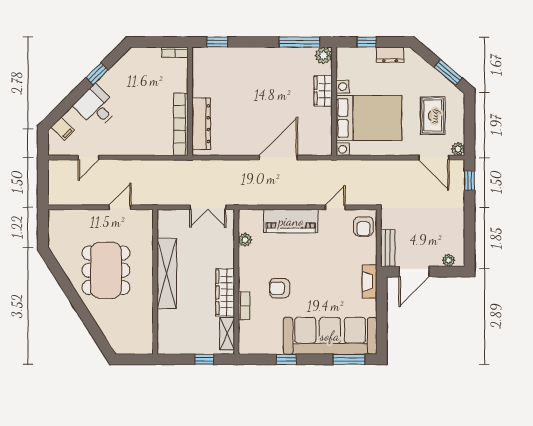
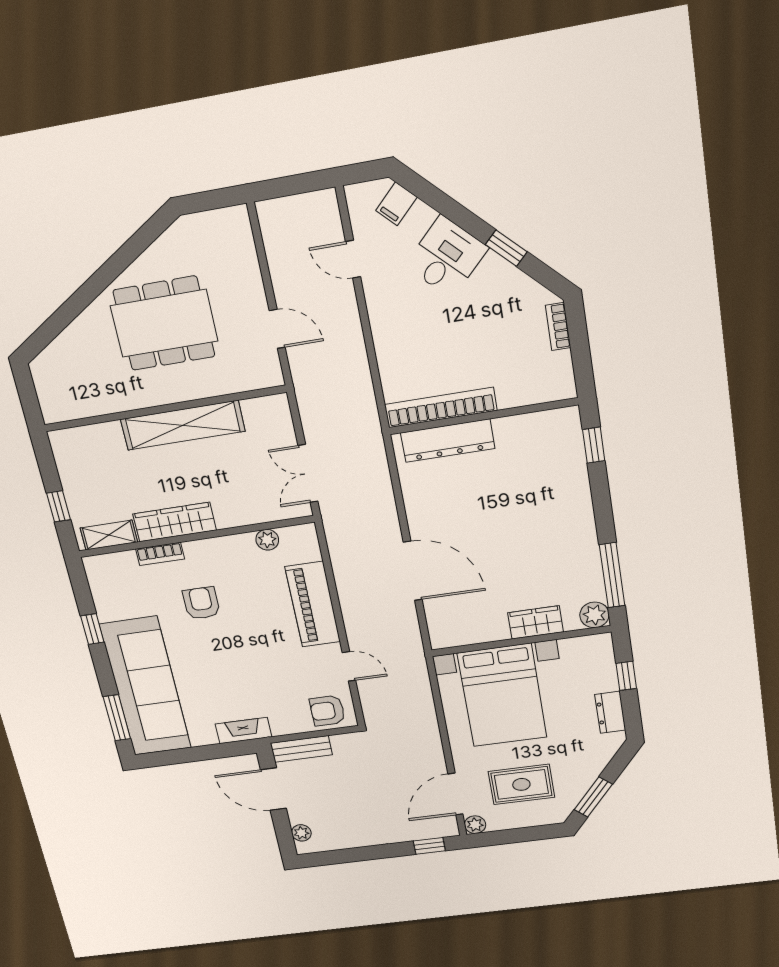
bookcase: (175, 52) -> (558, 326), moved

